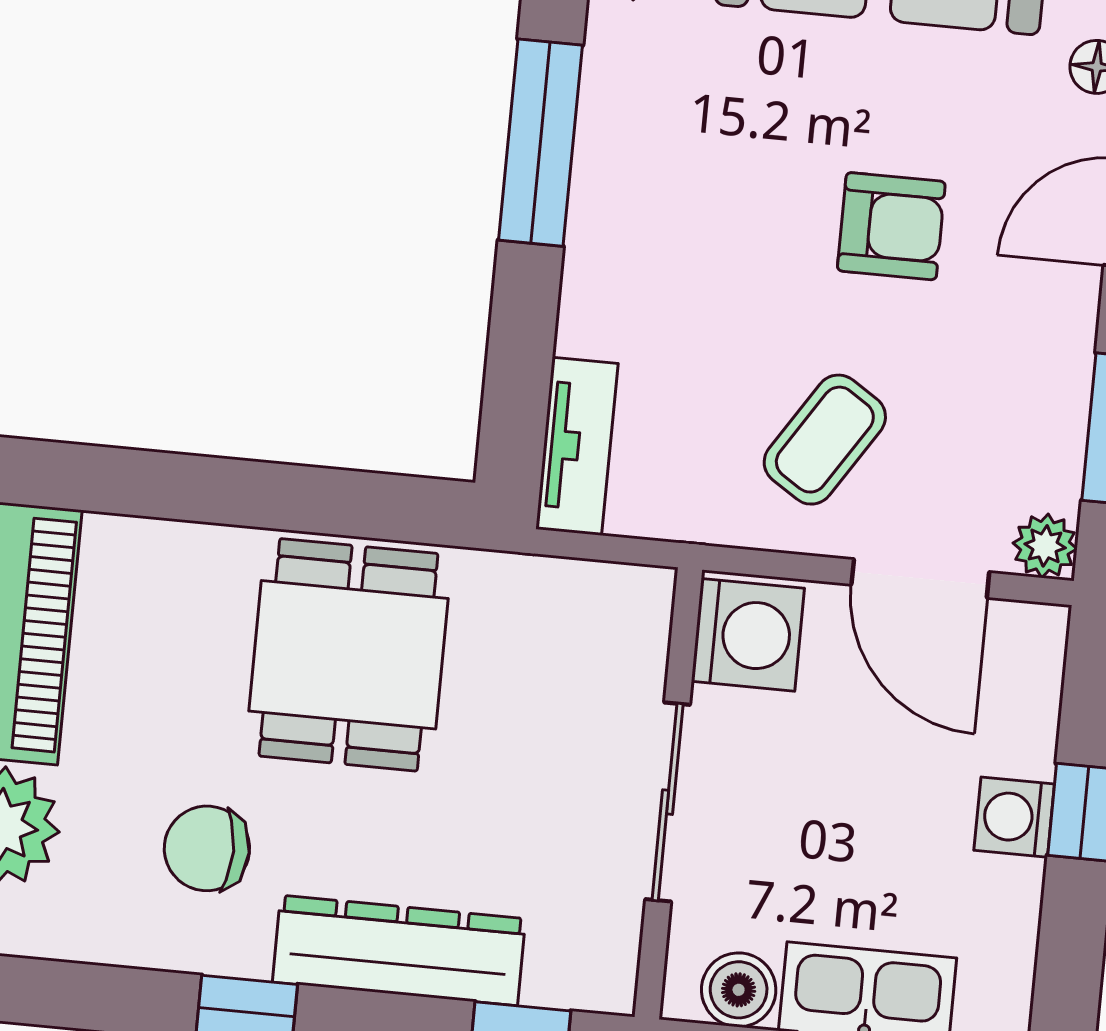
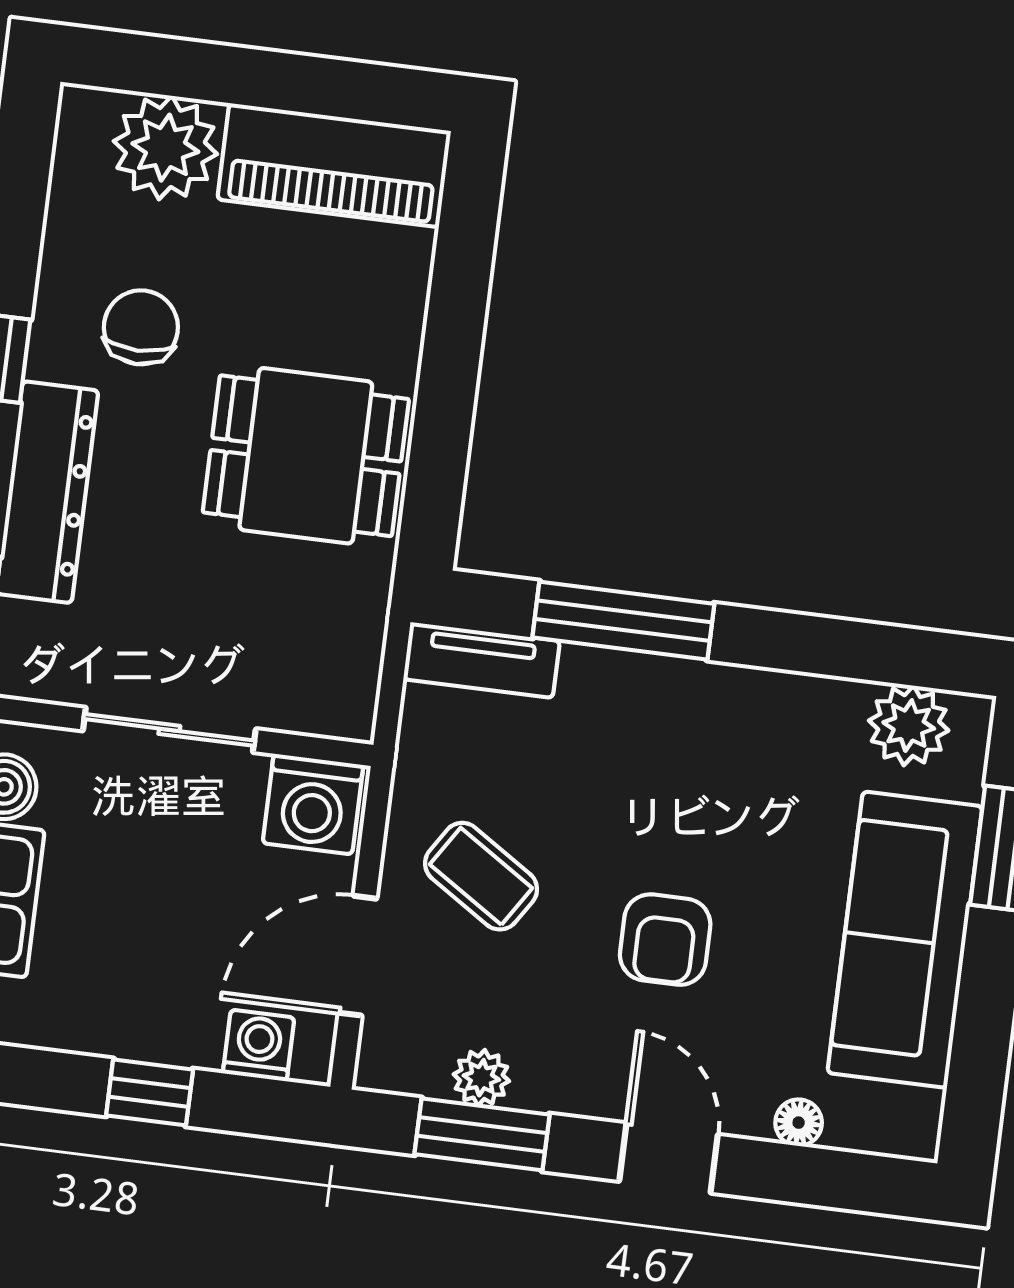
window: (541, 143) -> (623, 621), moved
plant: (1045, 546) -> (481, 1078), moved
washing machine: (1014, 817) -> (259, 1045), moved

